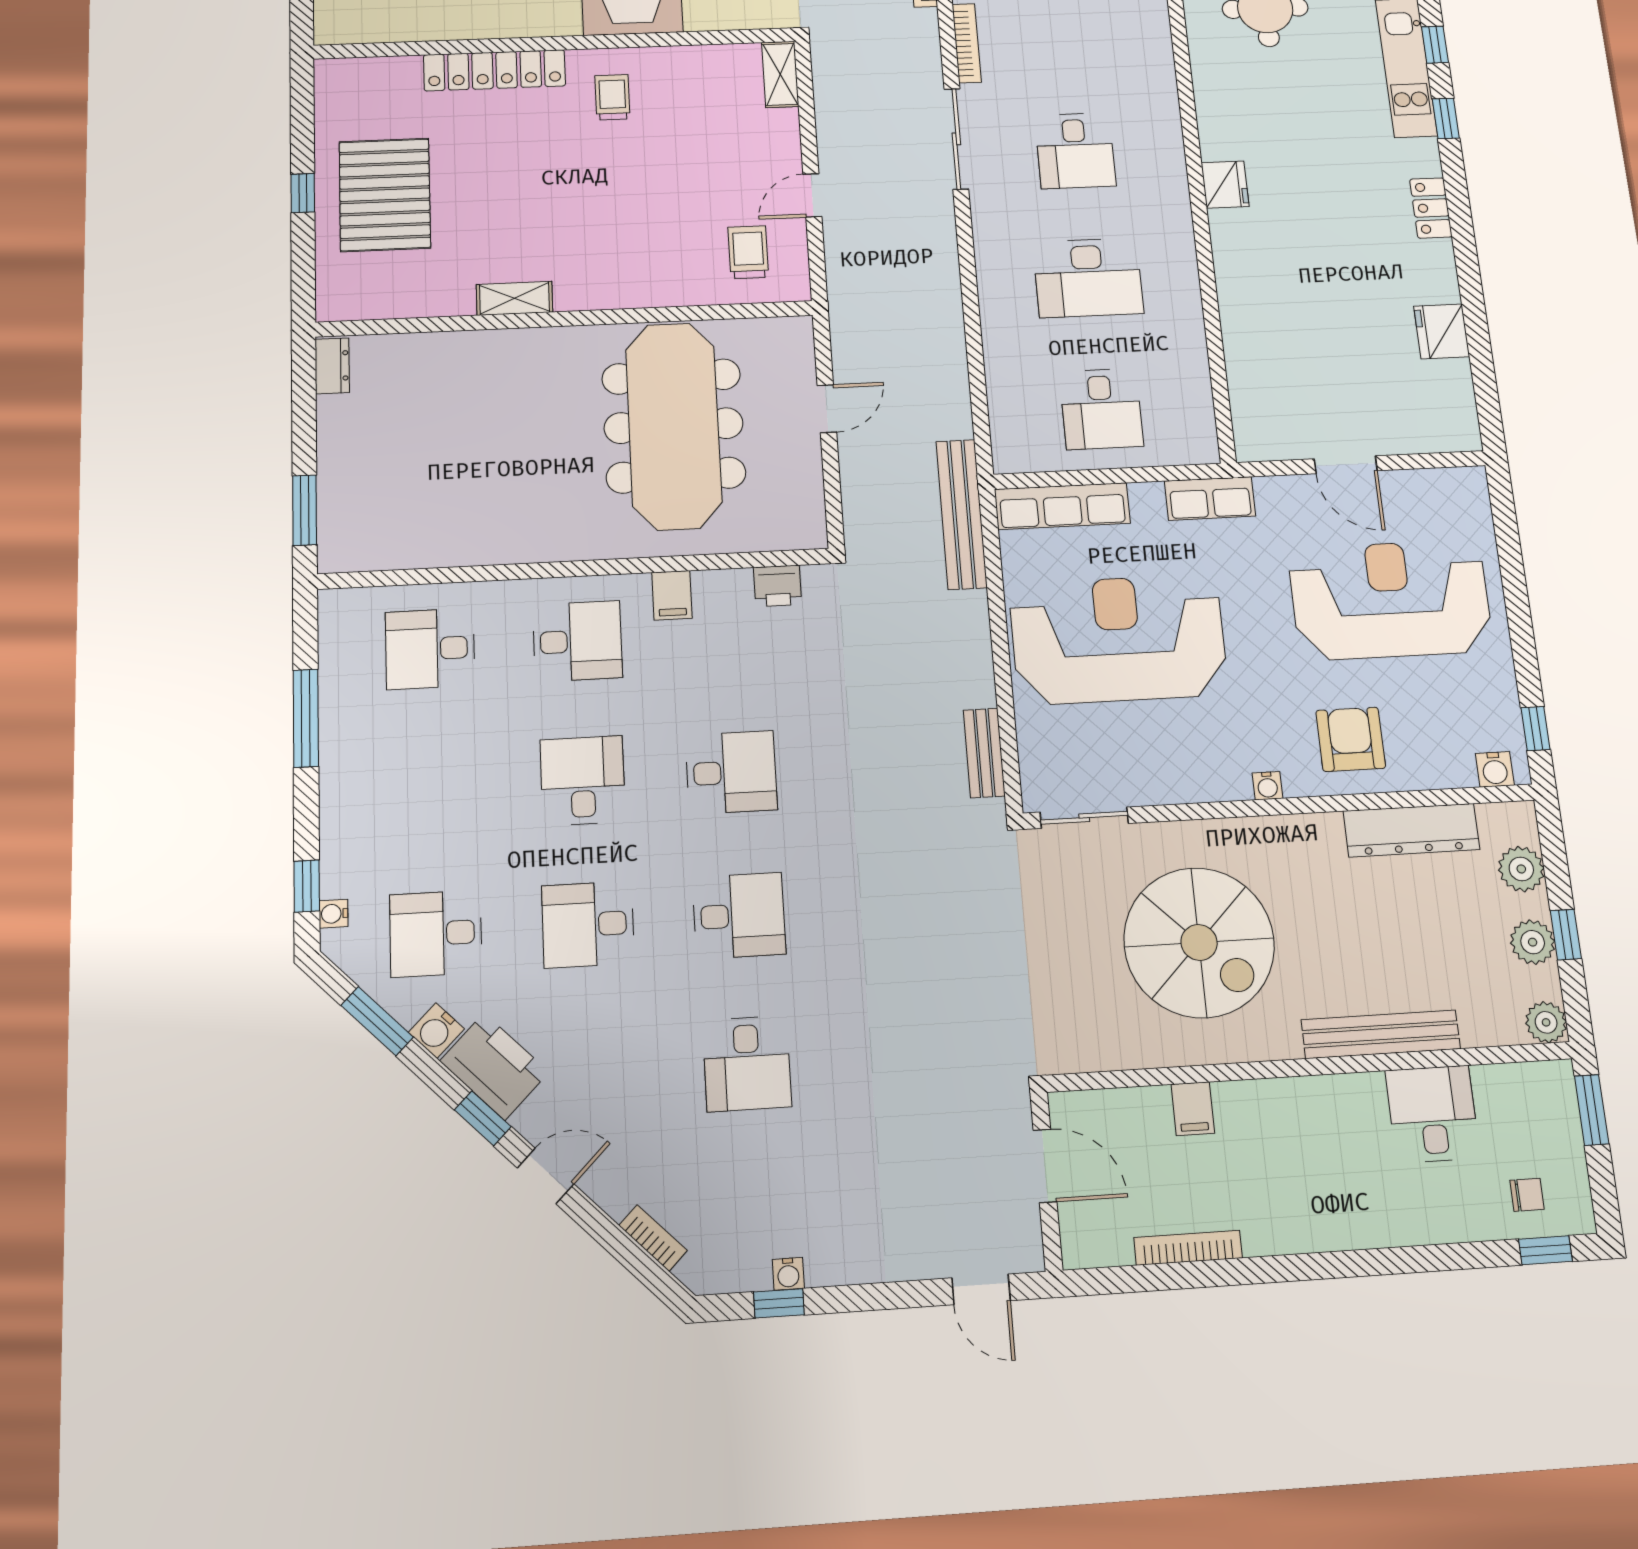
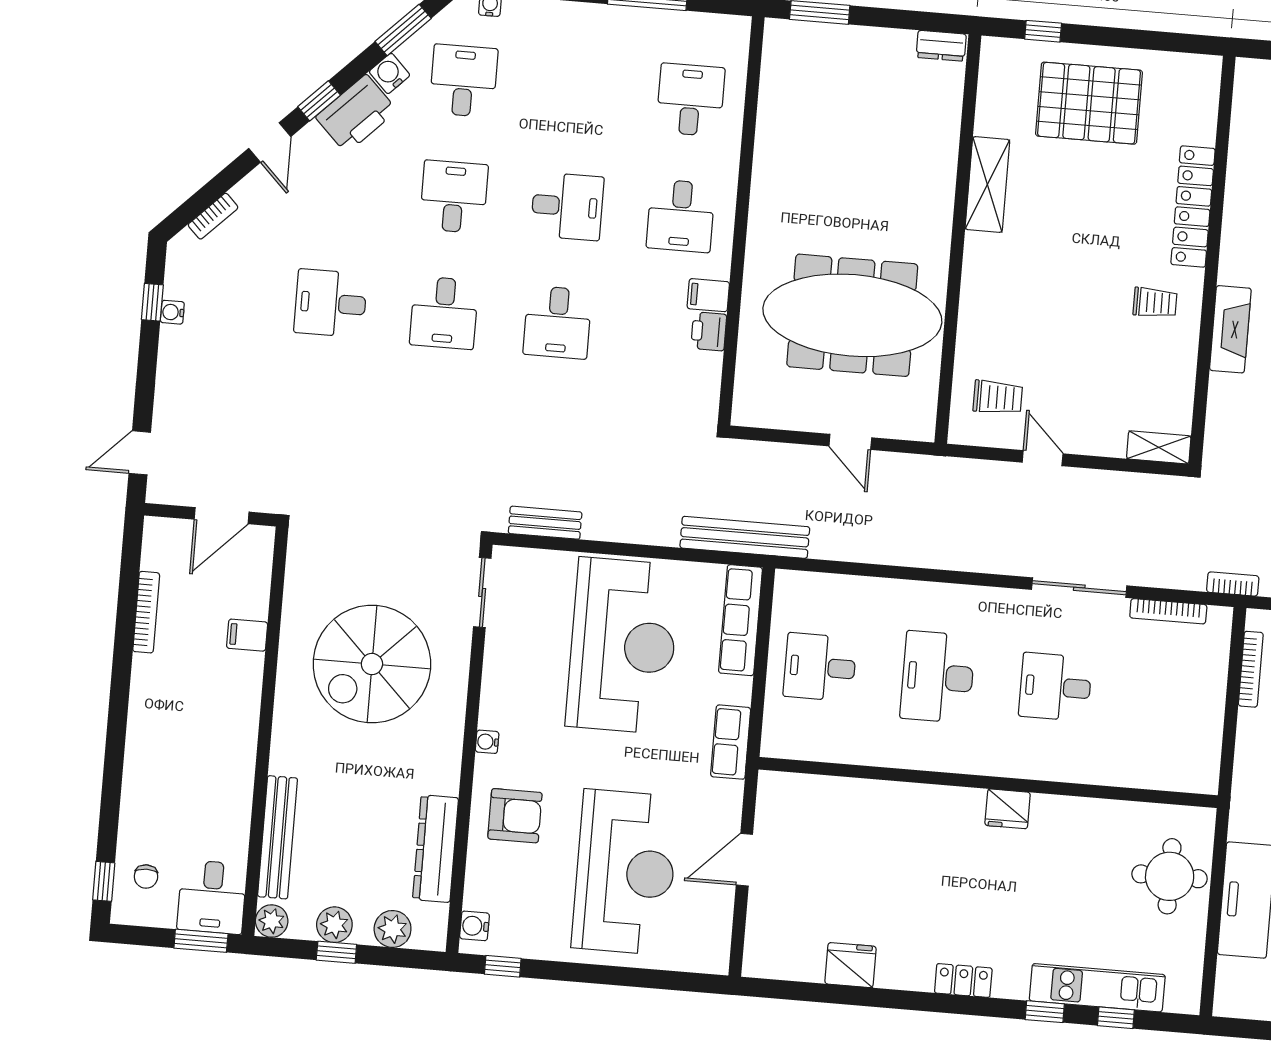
window: (303, 193) -> (1043, 31), moved
shelving: (514, 298) -> (987, 184), width x1.50, depth x1.33
printer: (777, 586) -> (709, 331), moved
bench: (1381, 1034) -> (278, 837), moved
desk: (1433, 1114) -> (212, 897), moved, turned 90

